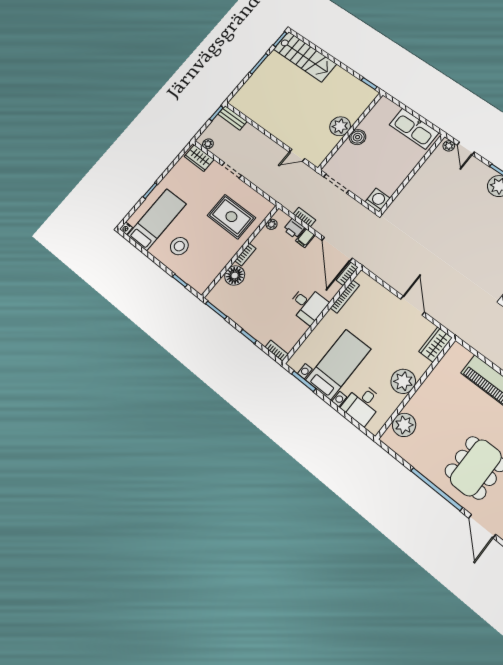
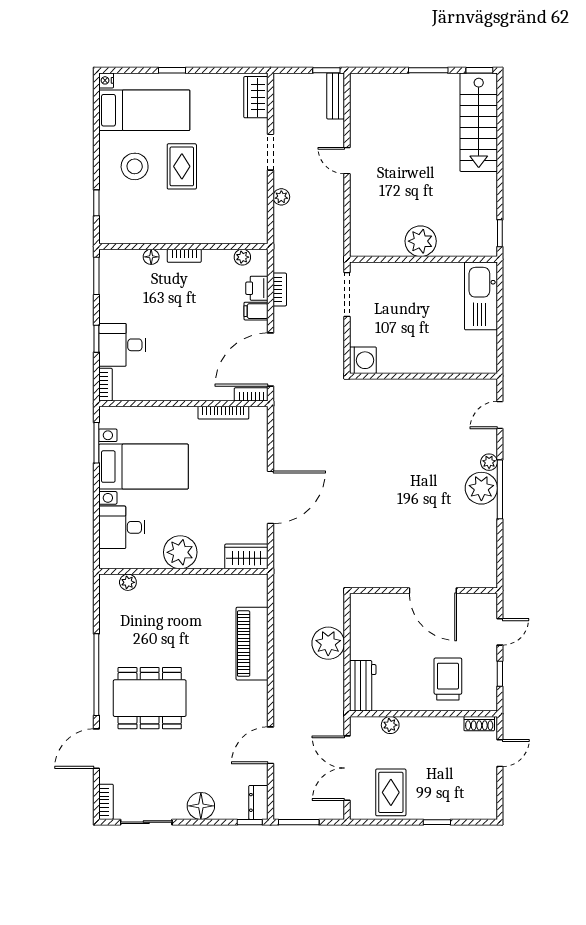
kitchen sink: (414, 129) -> (481, 296), moved
boiler: (358, 137) -> (422, 274), removed
plant: (208, 144) -> (281, 197), moved
plant: (449, 146) -> (489, 462), moved
door: (297, 155) -> (347, 161), moved
rug: (231, 217) -> (182, 166), moved, width x0.73, depth x0.70
floor lamp: (235, 275) -> (151, 257), width x0.53, depth x0.53
desk: (308, 305) -> (122, 345), moved, turned 90
door: (413, 306) -> (271, 497), width x1.36
plant: (404, 425) -> (128, 582), width x0.53, depth x0.53

